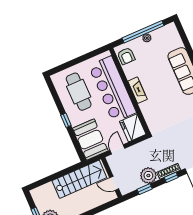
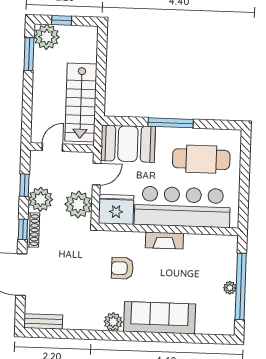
armchair: (126, 56) -> (122, 268), moved
window: (66, 120) -> (171, 123), width x2.17
door: (117, 149) -> (97, 174), hinge flipped
plant: (141, 152) -> (78, 205), added

